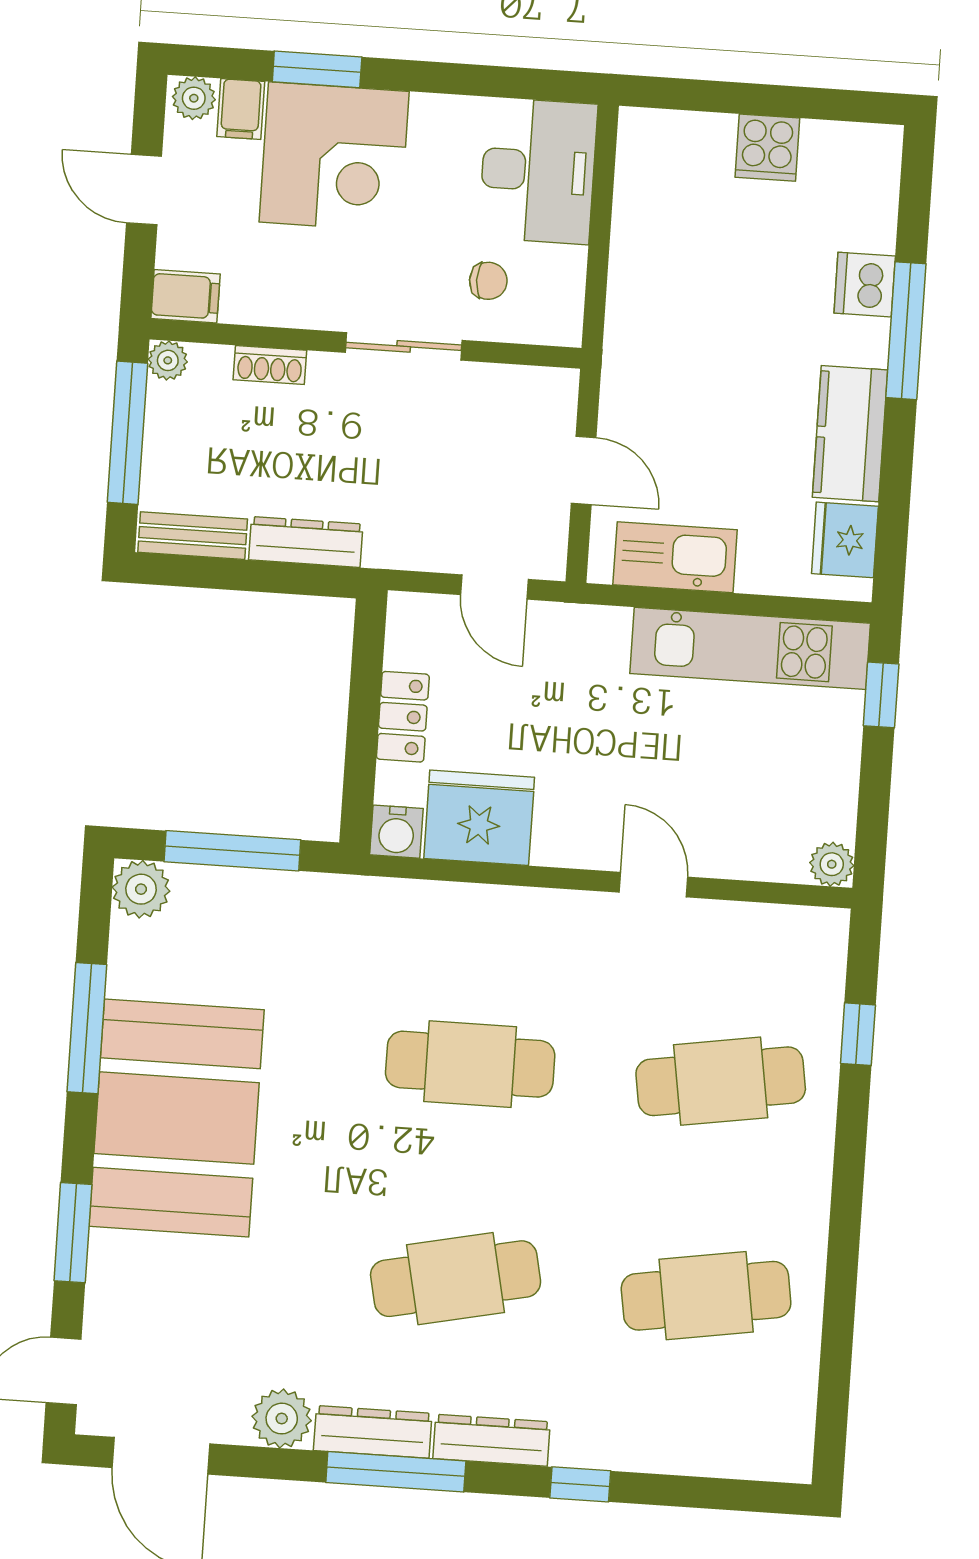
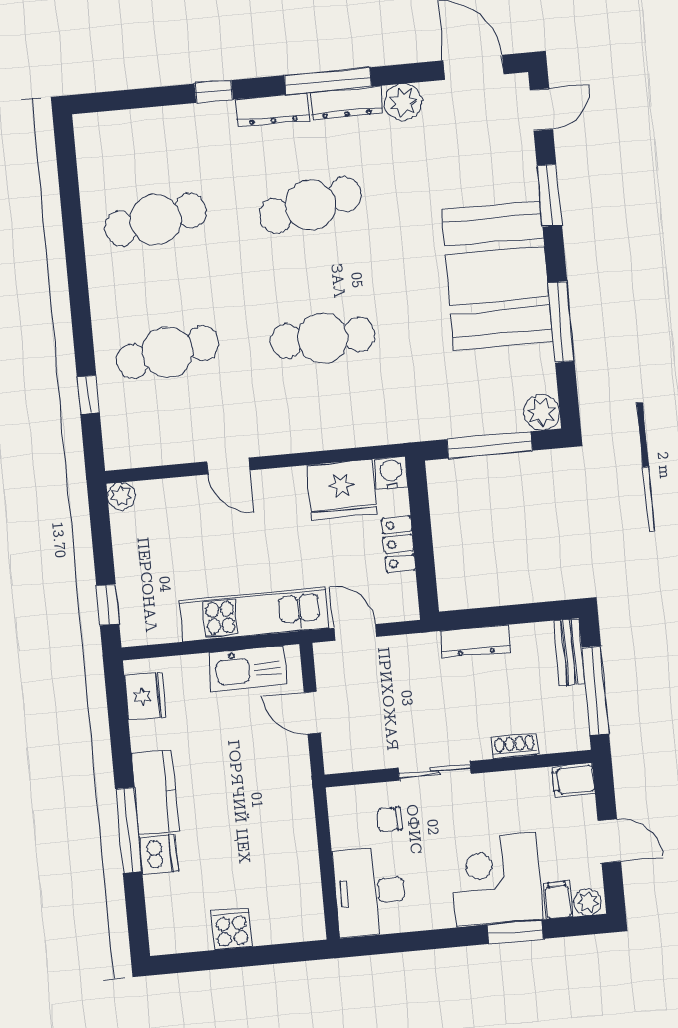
plant: (168, 360) -> (578, 739), removed
kitchen counter: (850, 434) -> (155, 792), moved
bench: (193, 536) -> (569, 652), moved, turned 90
kitchen unit: (750, 648) -> (254, 615), moved

